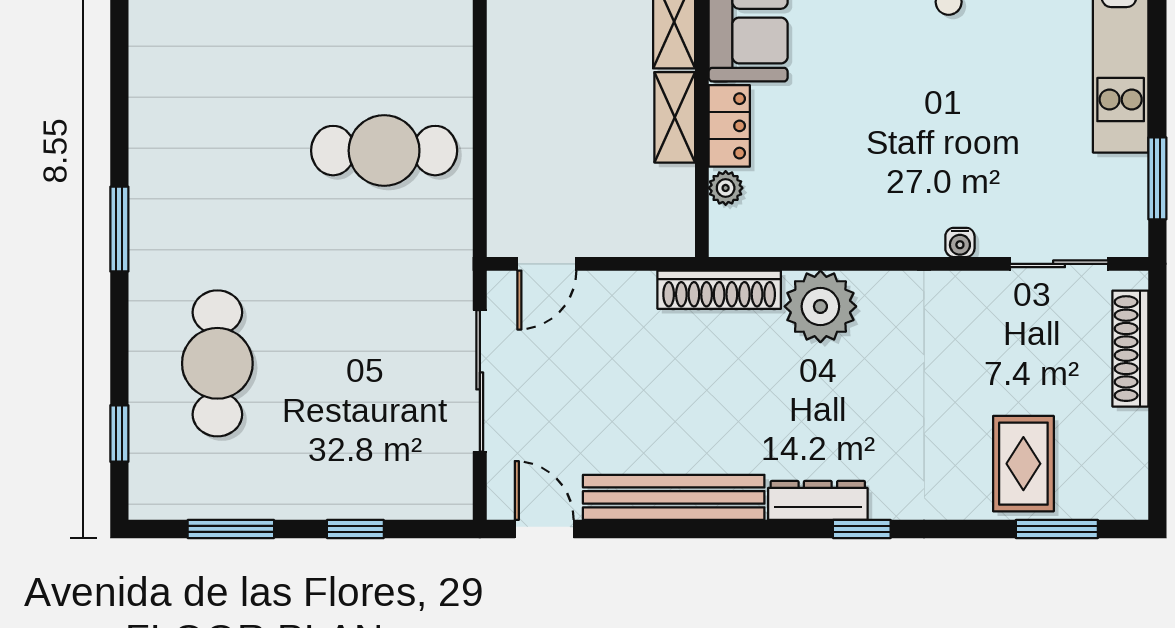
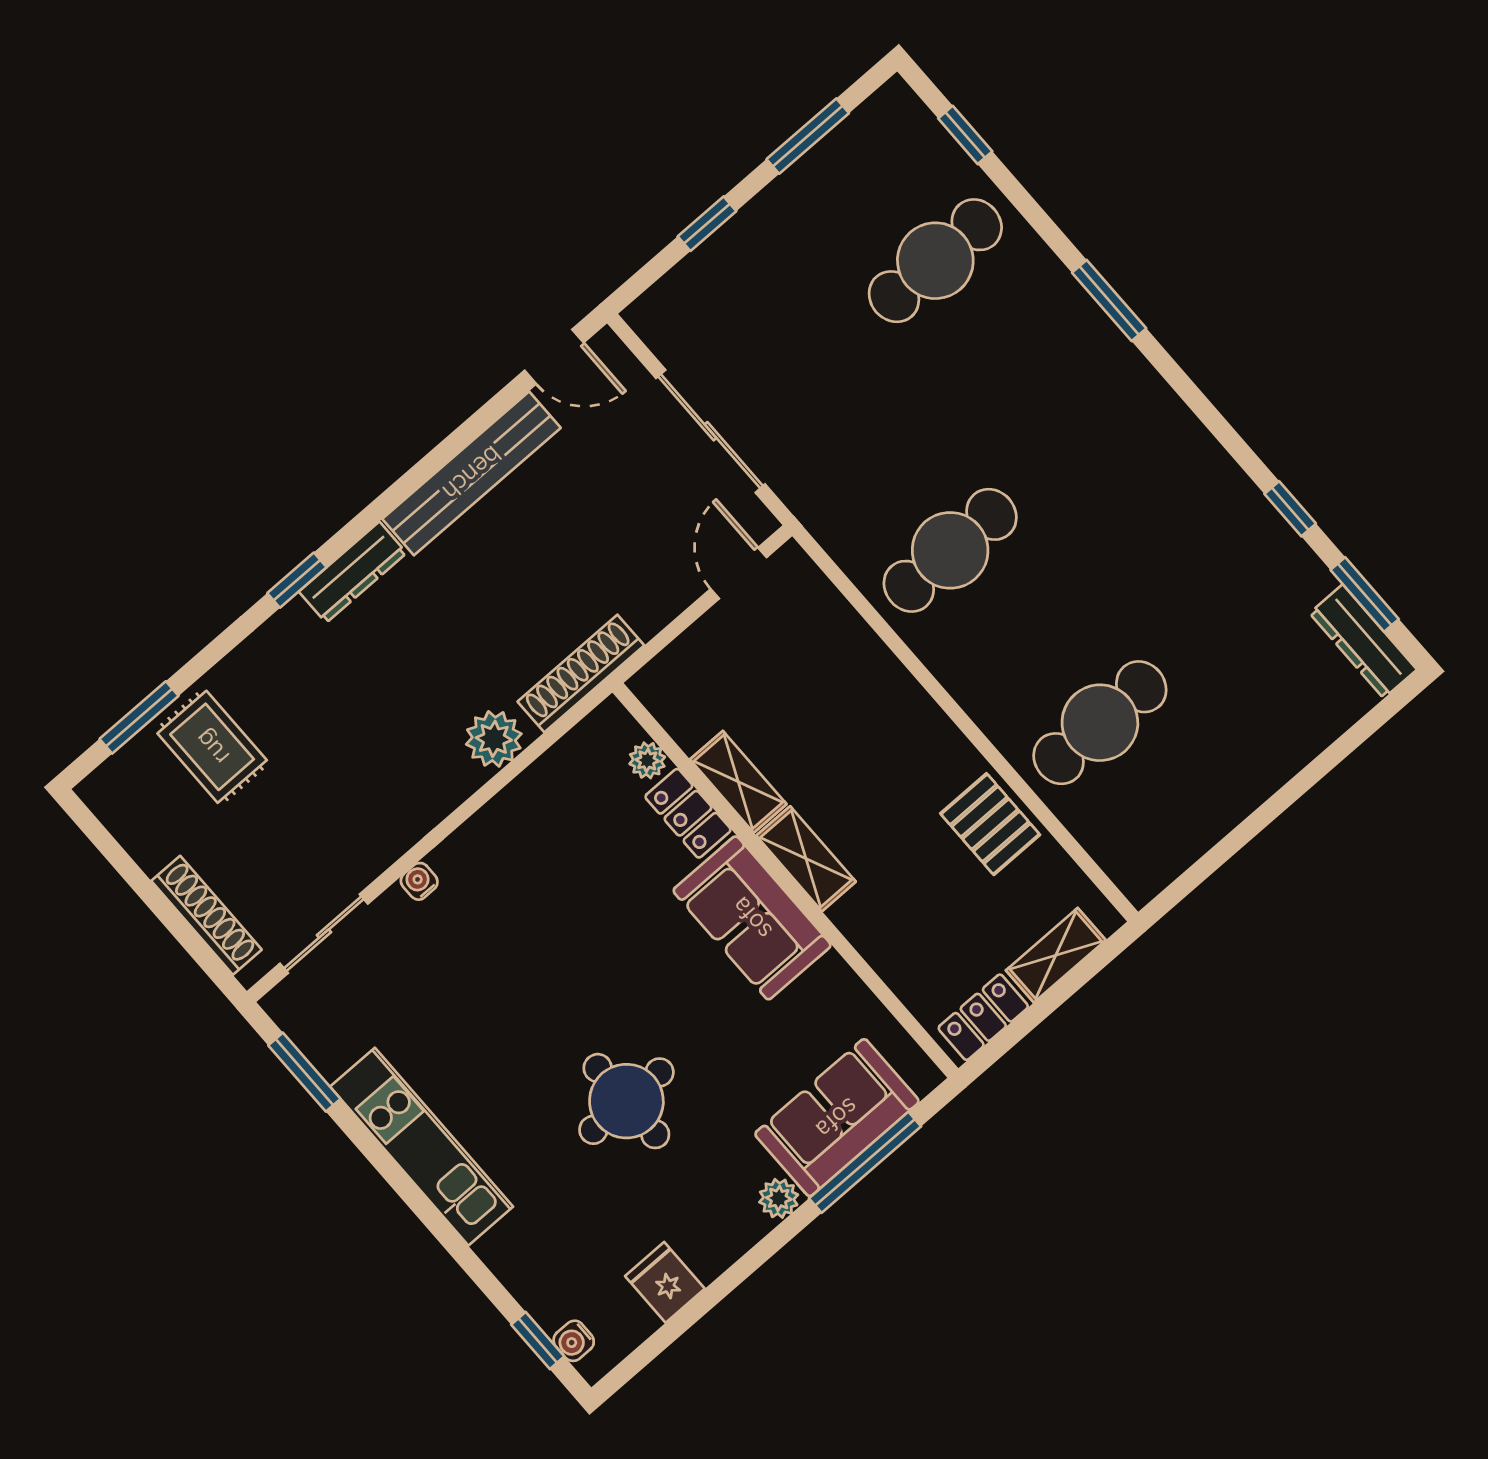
plant: (820, 306) -> (494, 739), width x0.73, depth x0.73
cafe table: (217, 363) -> (935, 261), turned 90

